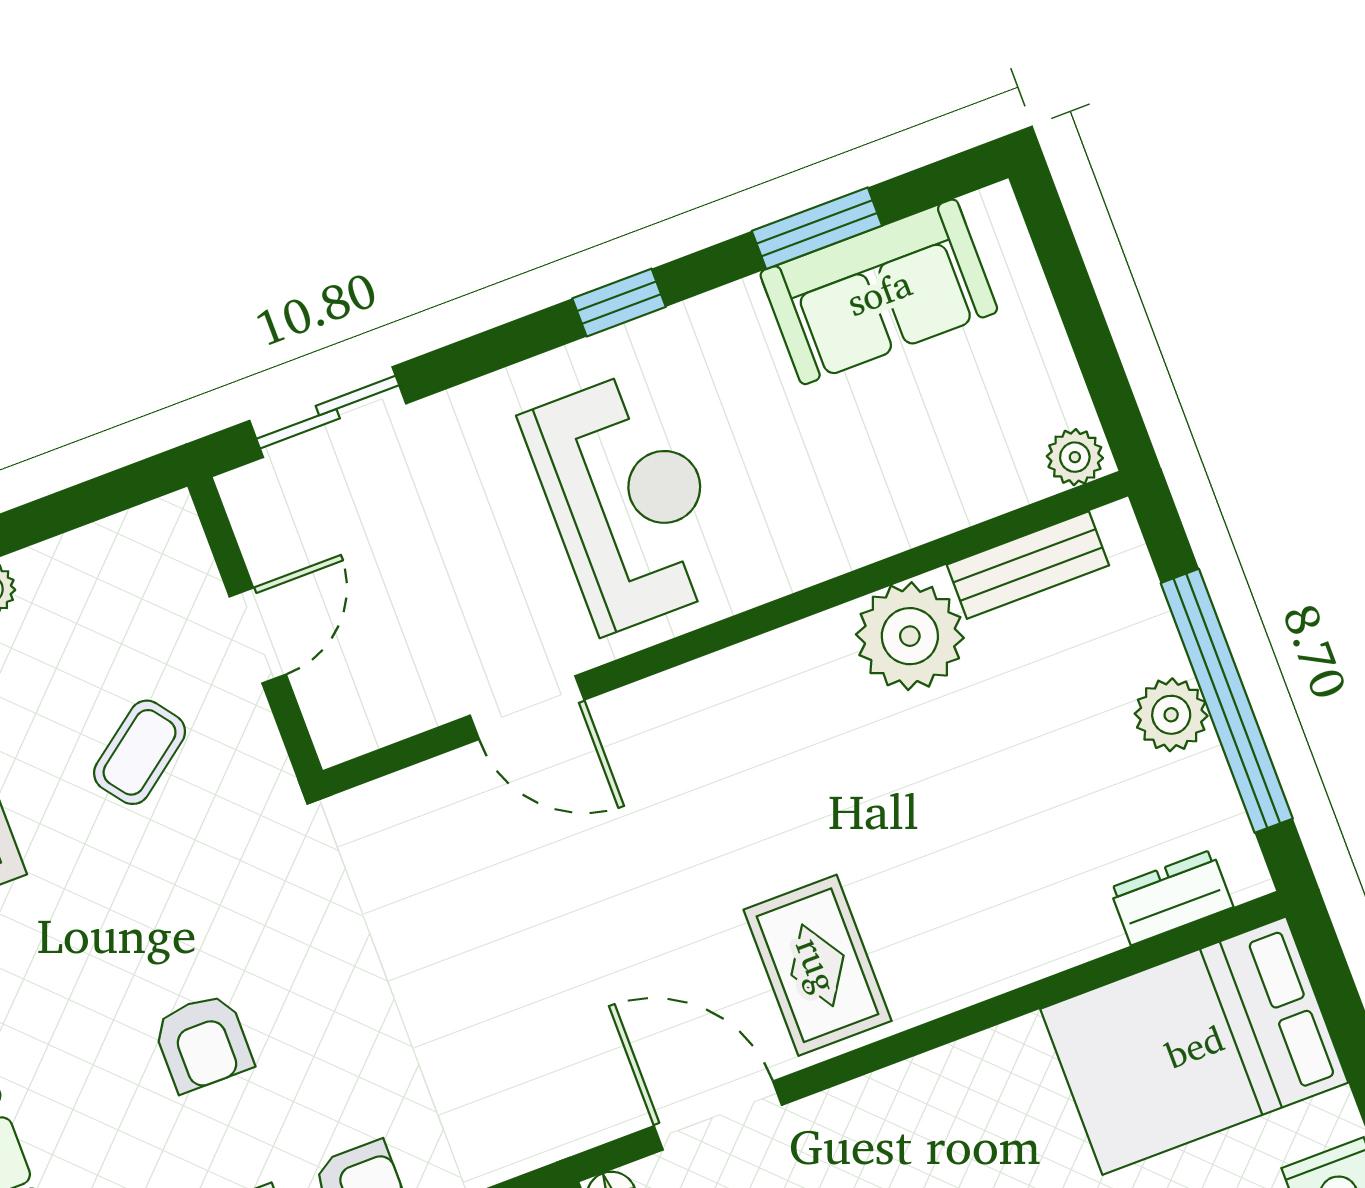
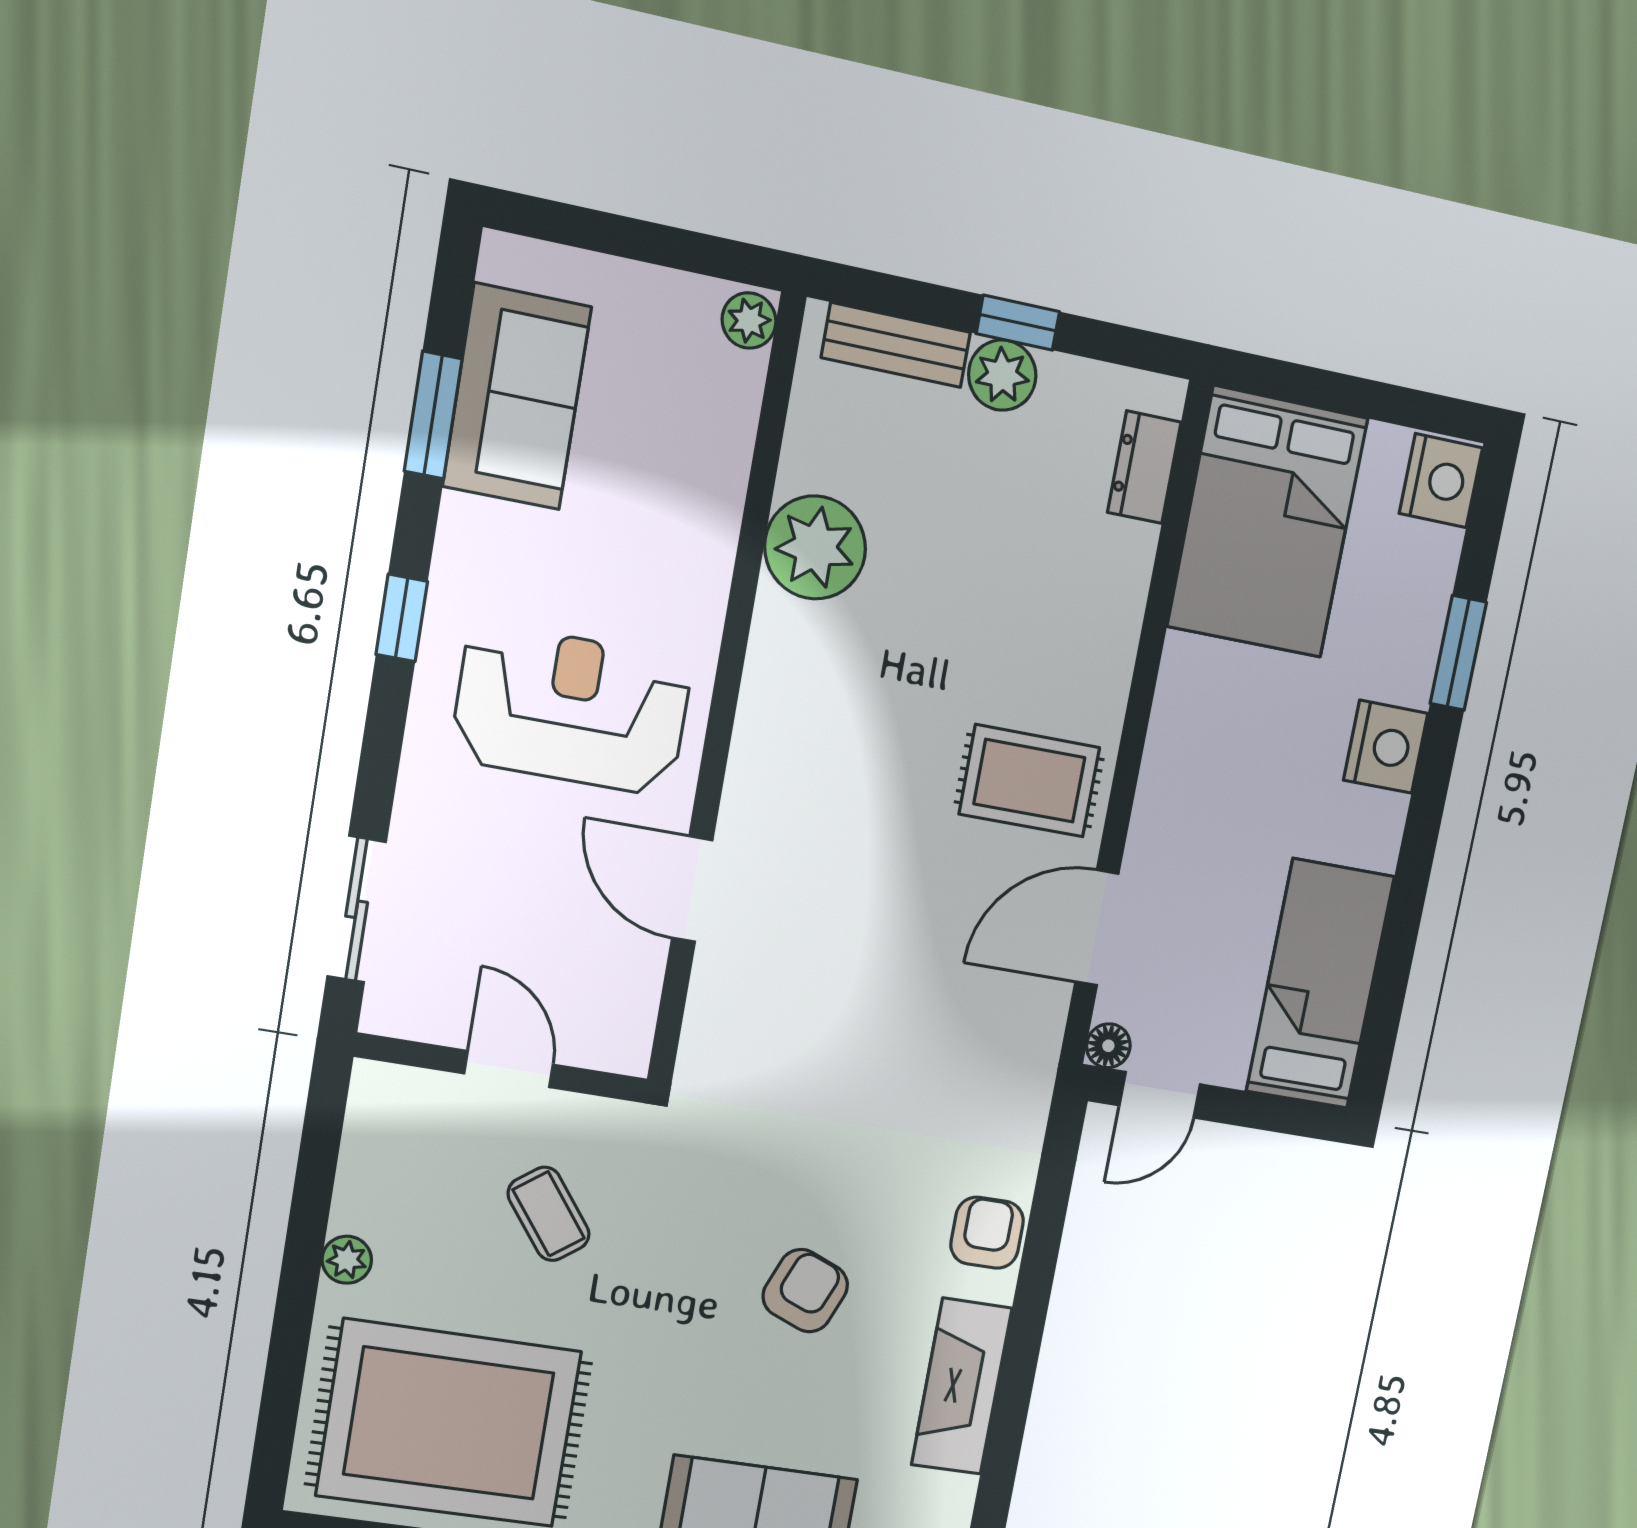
bench: (1028, 565) -> (896, 345), moved, turned 90
window: (1227, 701) -> (1018, 323), width x0.32
door: (527, 708) -> (692, 889), swing flipped
armchair: (203, 1043) -> (805, 1291), turned -68

